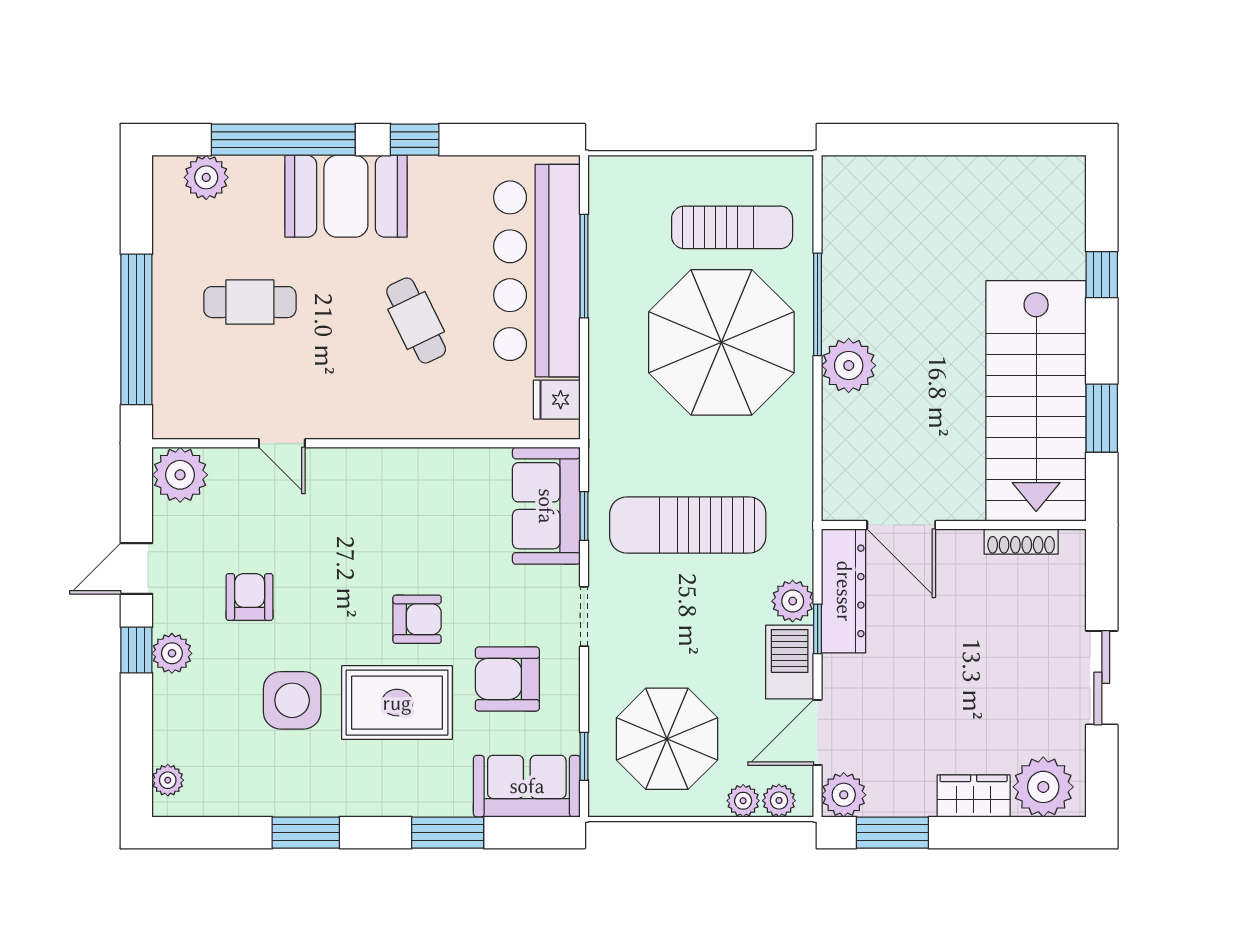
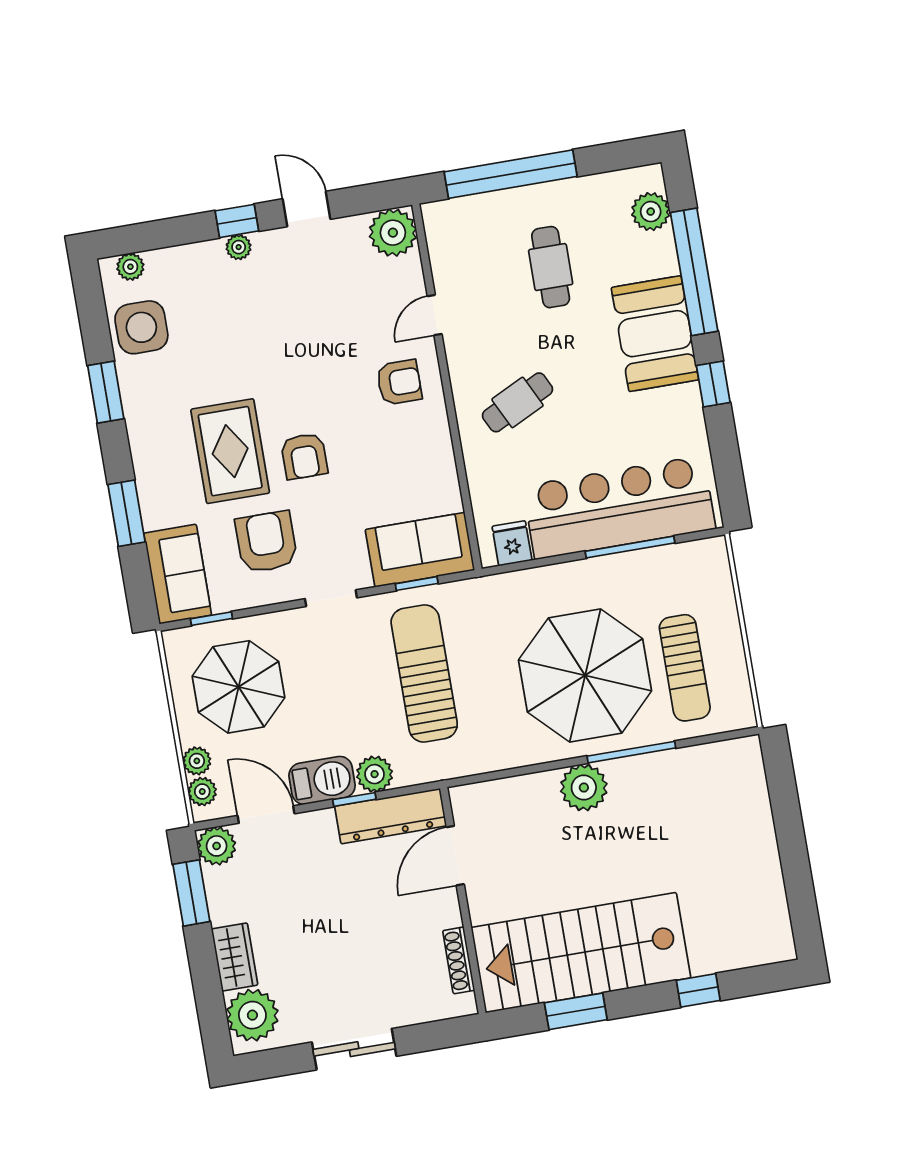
cafe table: (416, 321) -> (518, 402), moved
armchair: (250, 597) -> (399, 382), moved
plant: (172, 653) -> (239, 247), width x0.73, depth x0.73
side table: (292, 700) -> (141, 327), moved

